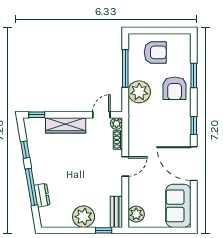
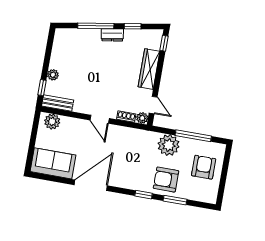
armchair: (155, 52) -> (204, 167), turned 180
window: (194, 125) -> (144, 195), moved
dresser: (42, 195) -> (112, 35), moved
plant: (84, 217) -> (53, 75), width x0.53, depth x0.53

